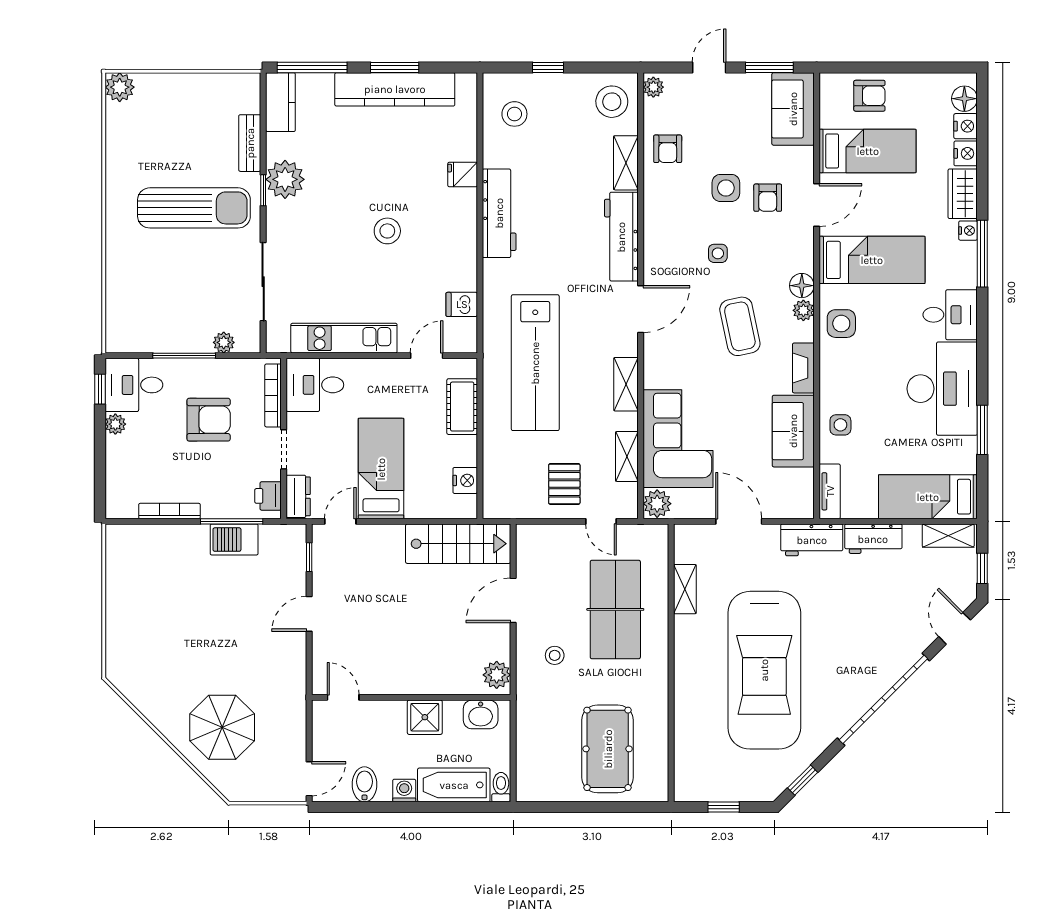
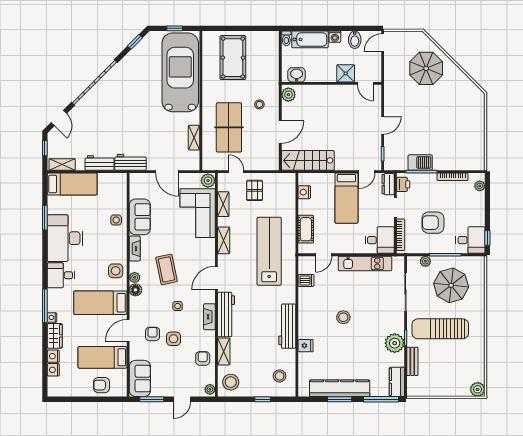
floor lamp: (964, 99) -> (54, 384), removed
fireplace: (654, 232) -> (209, 317), added
parasol: (172, 295) -> (451, 285), added
plant: (115, 424) -> (480, 186), moved
tv unit: (830, 491) -> (122, 187), removed
car: (764, 670) -> (180, 72), moved
shower: (425, 717) -> (346, 73), moved

